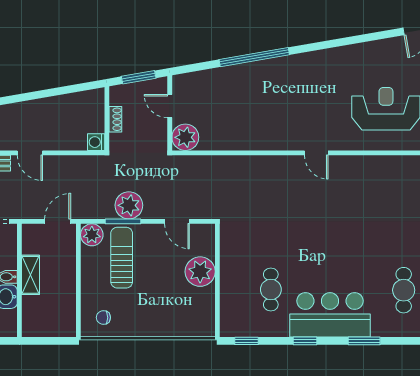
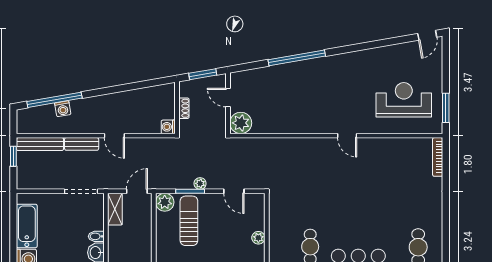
plant: (129, 205) -> (200, 183), width x0.53, depth x0.53
plant: (200, 272) -> (258, 238), width x0.53, depth x0.53
shelving: (31, 275) -> (115, 209), moved

